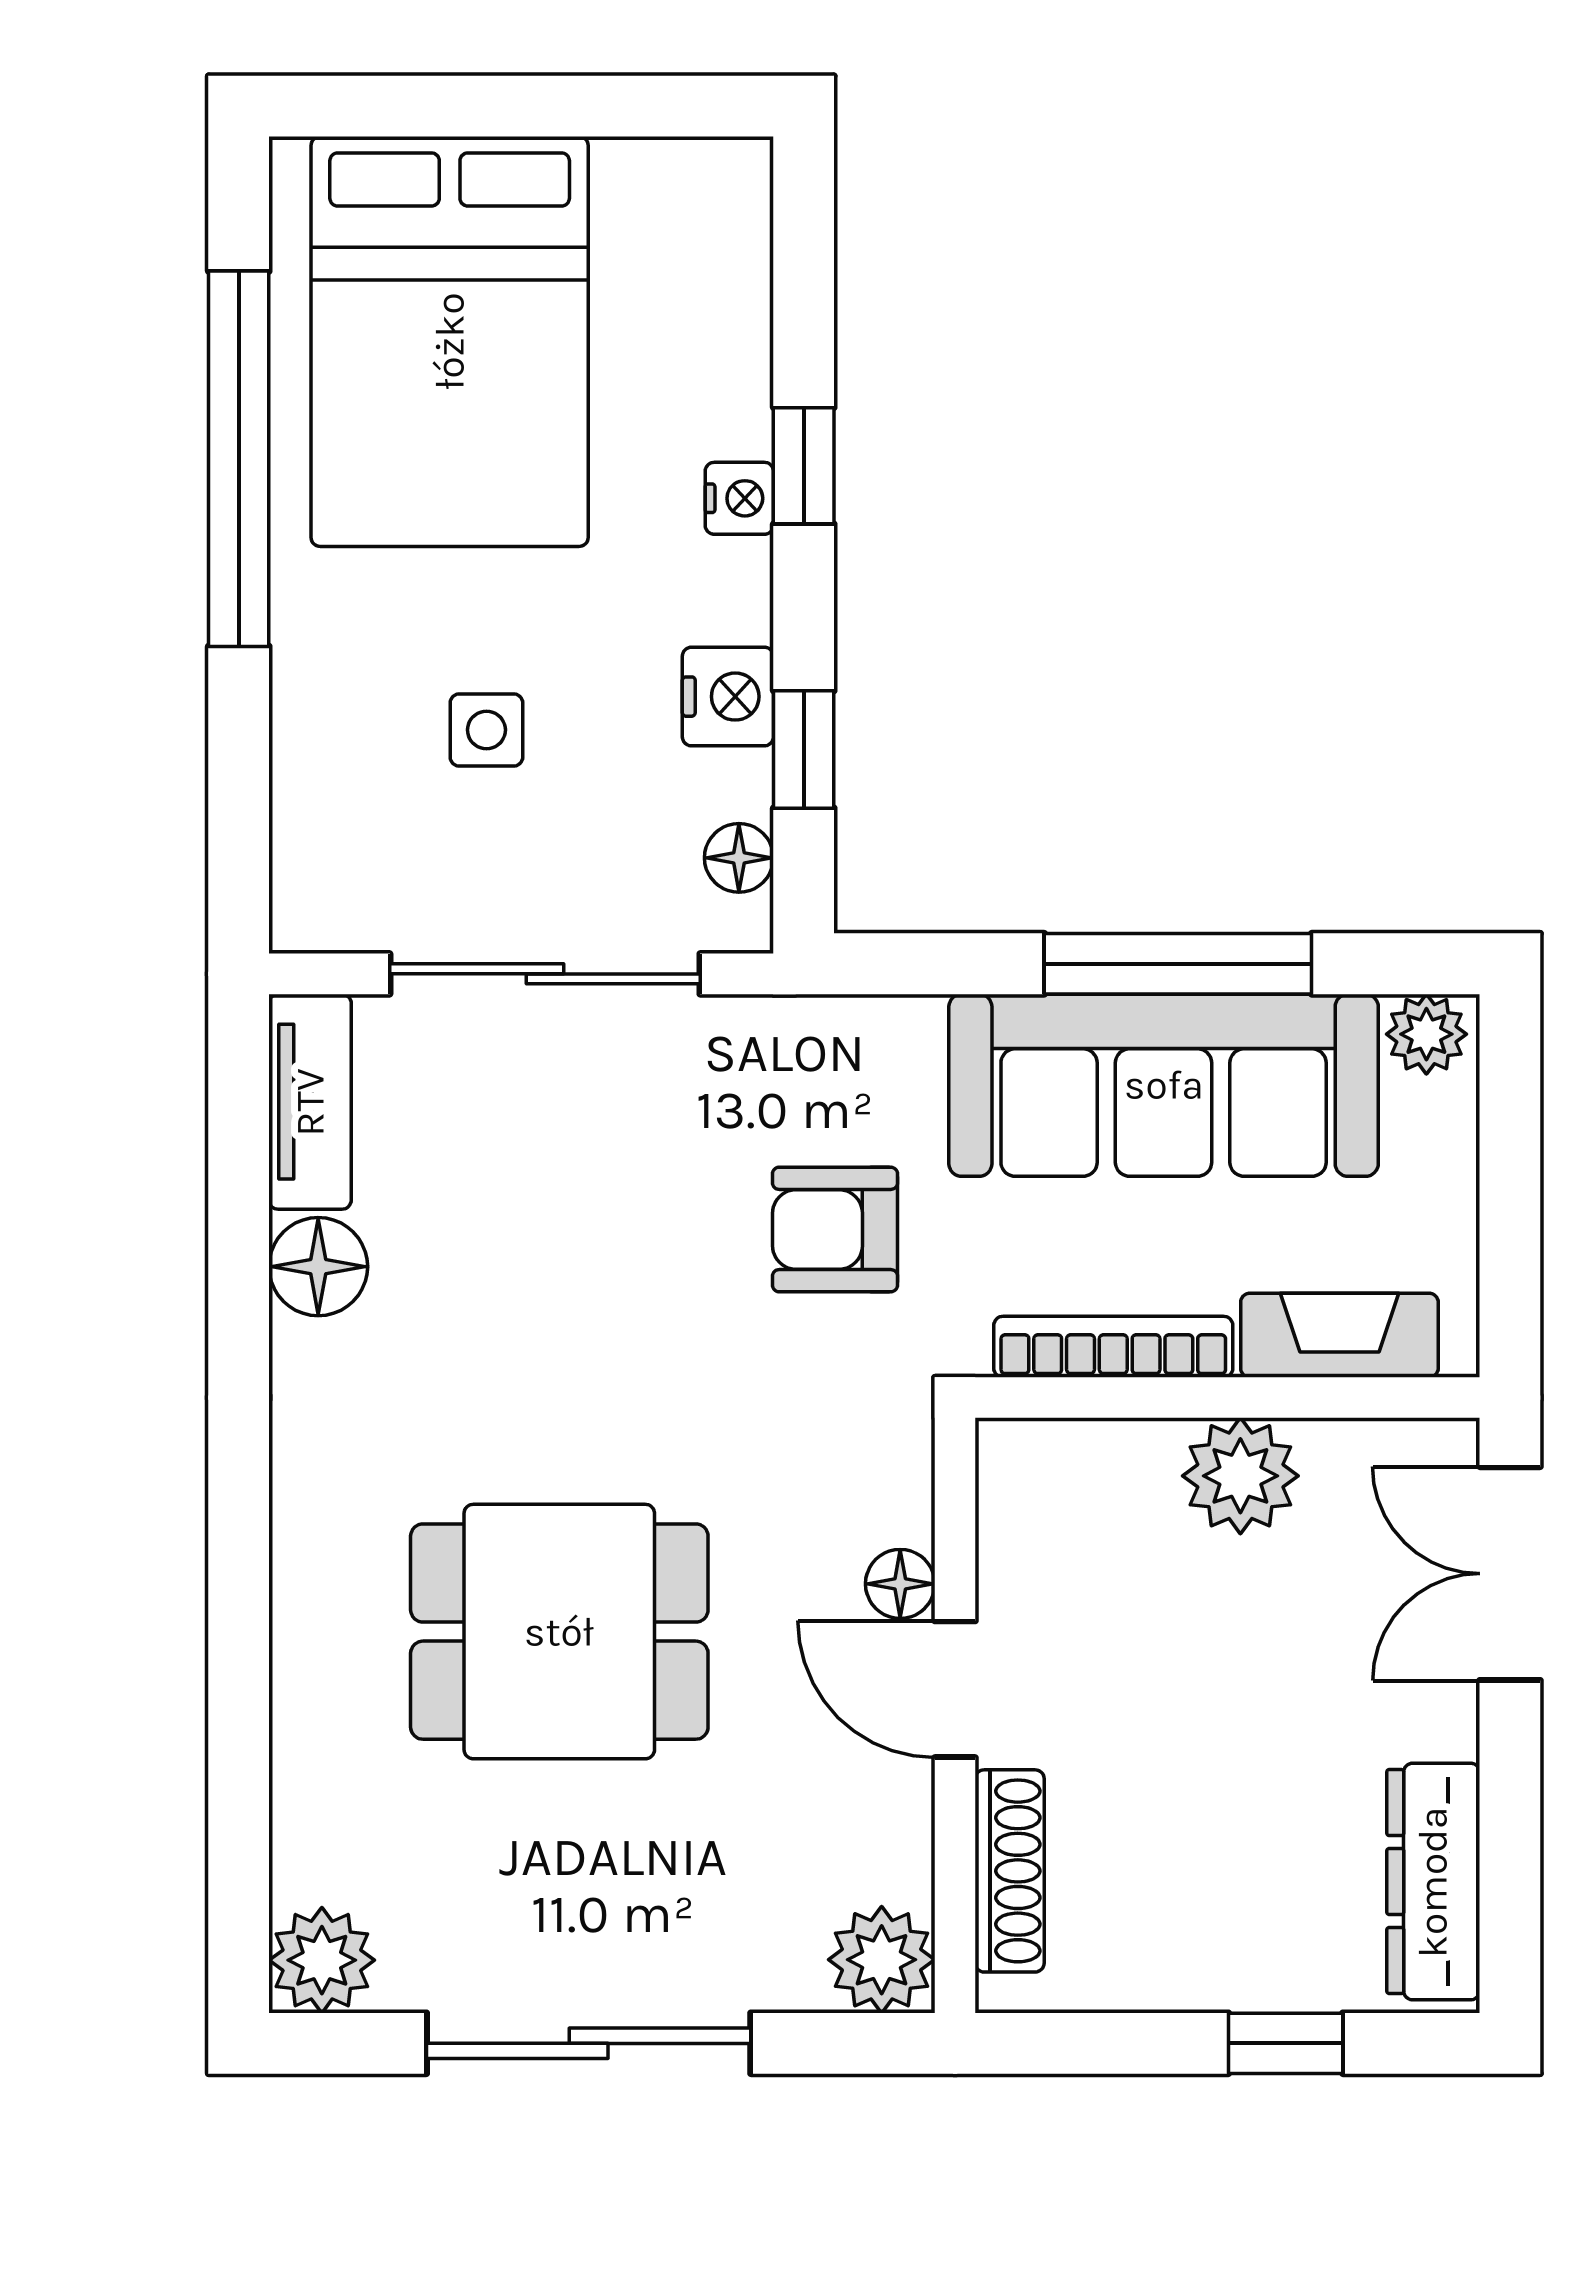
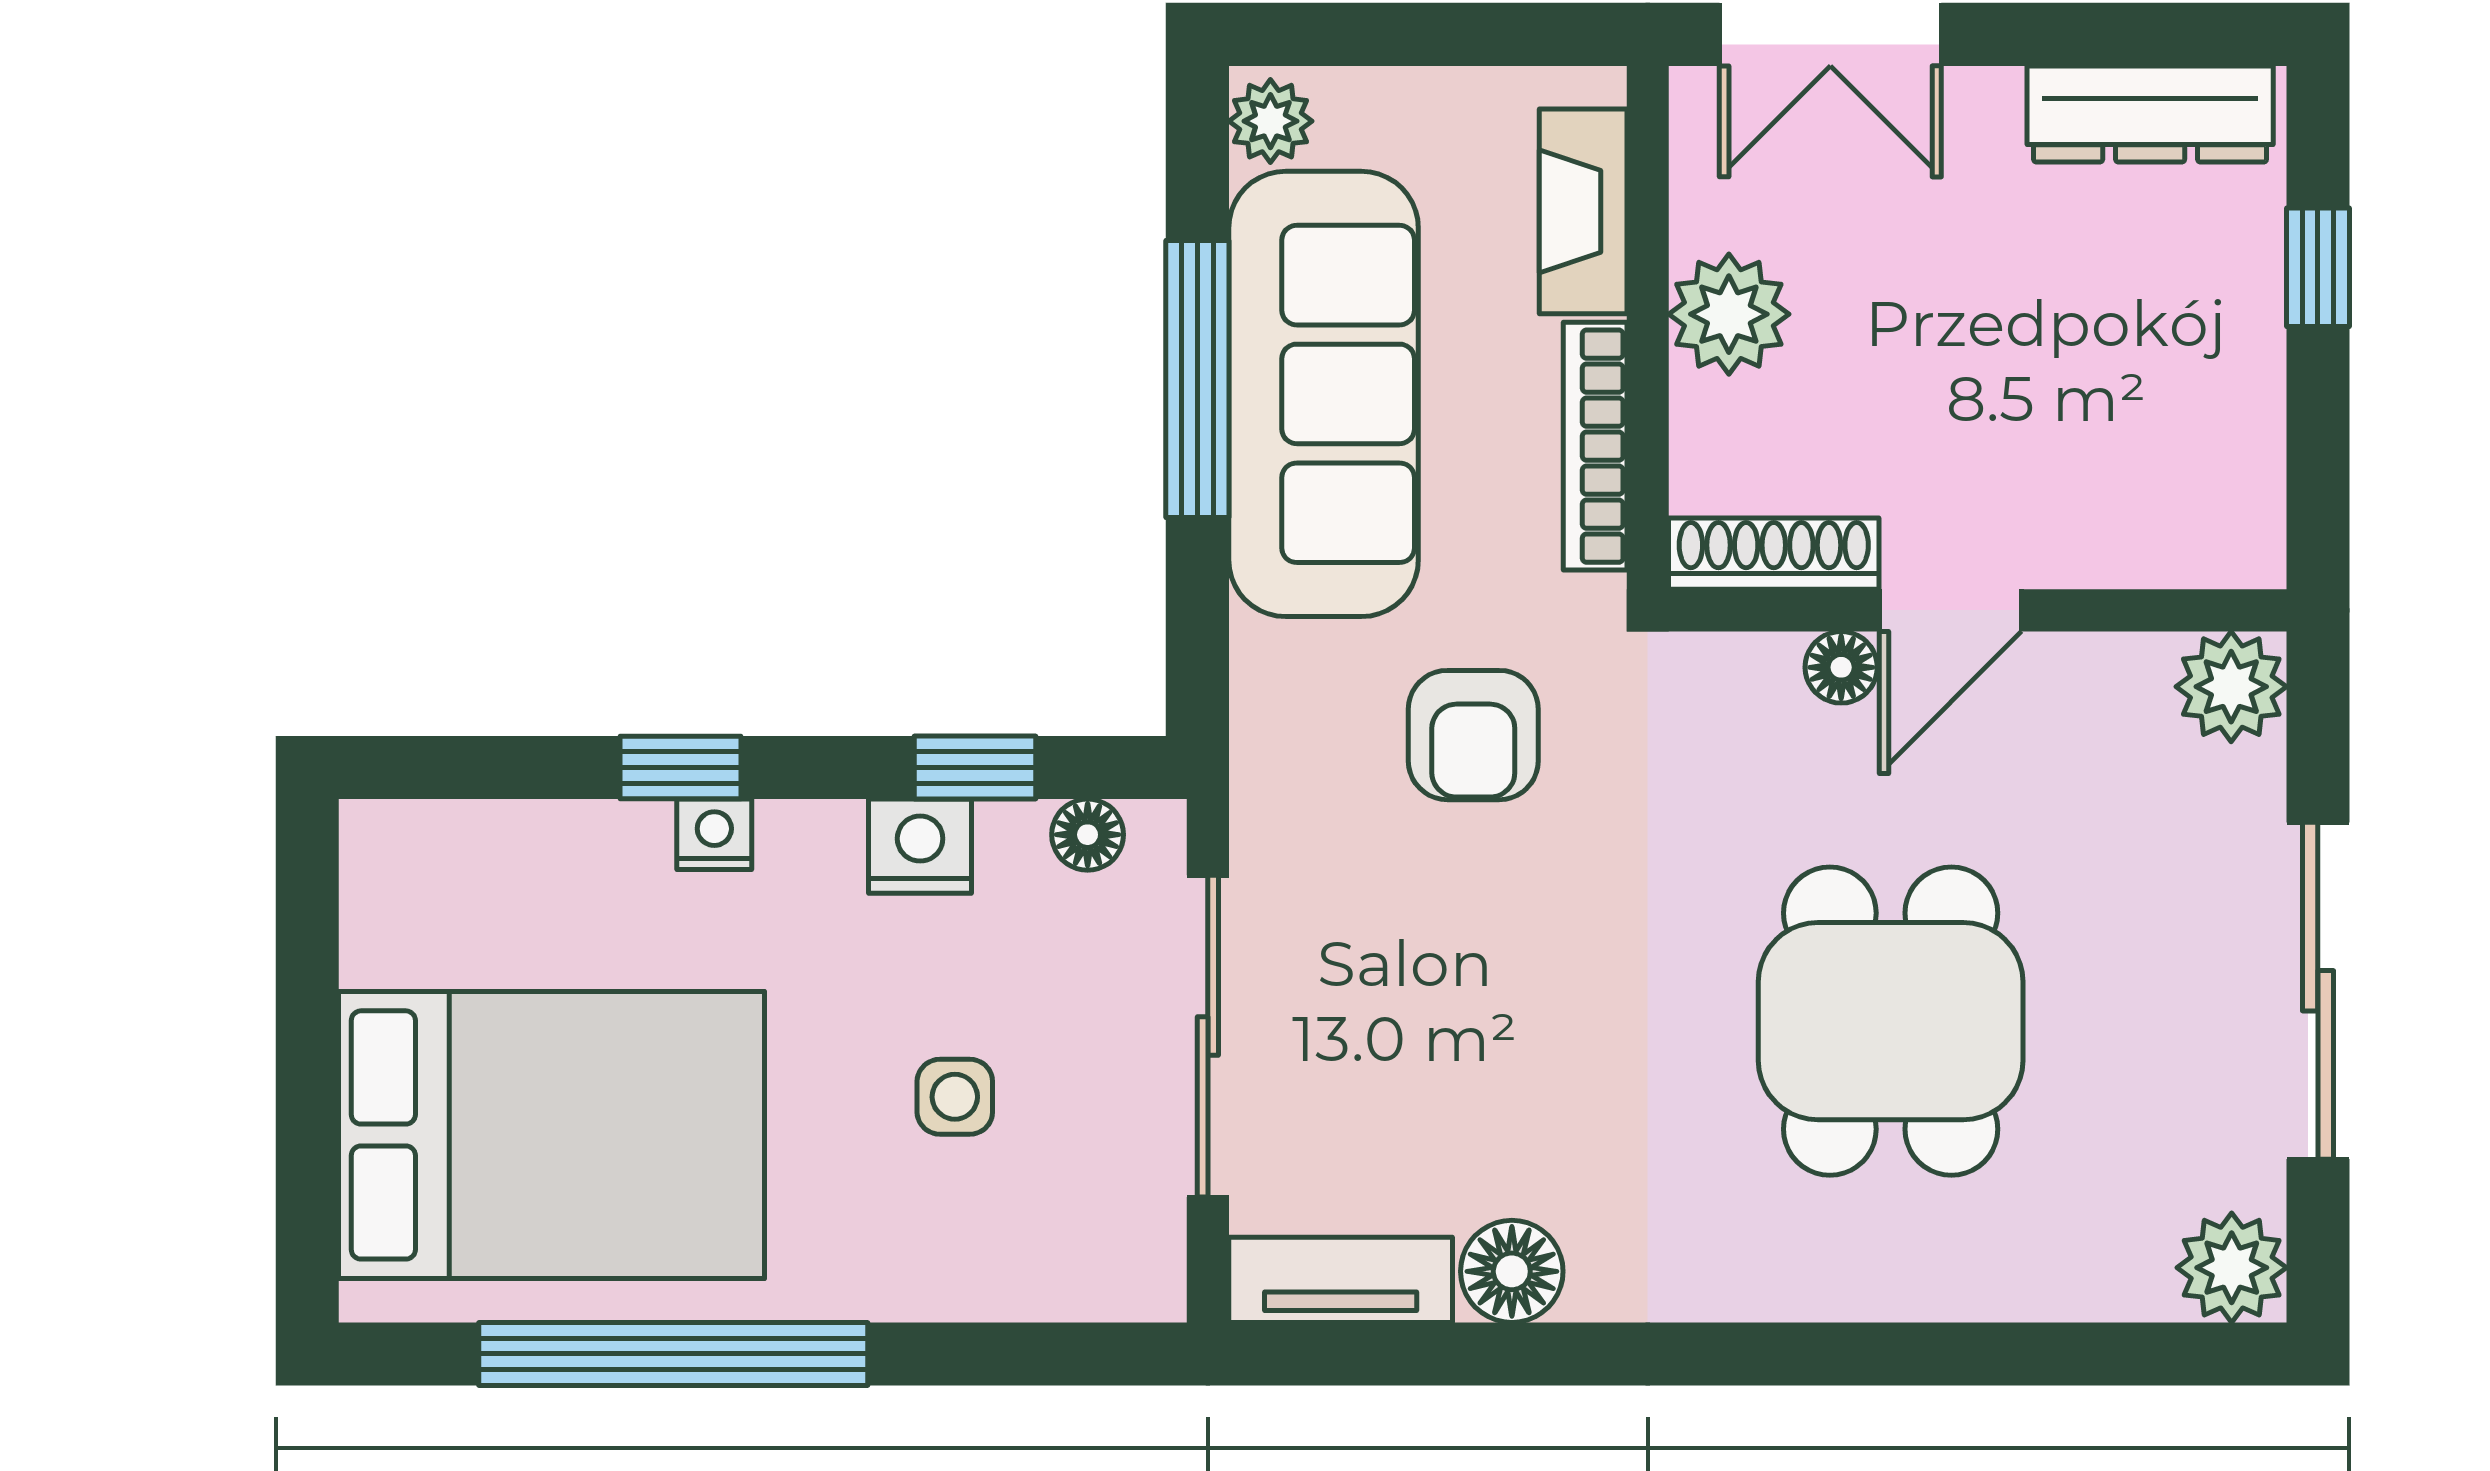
shoe rack: (1010, 1871) -> (1774, 554), moved

